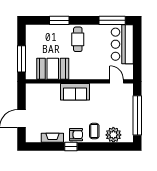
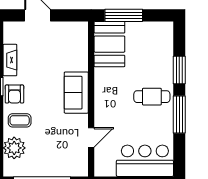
window: (112, 20) -> (179, 114), moved
booth: (53, 69) -> (109, 44), moved
door: (117, 81) -> (91, 137), moved

